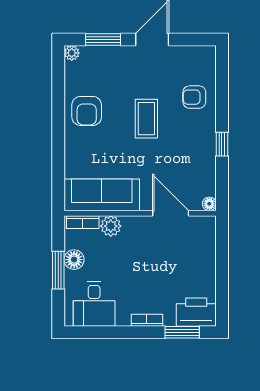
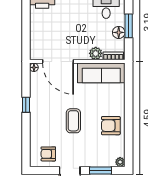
armchair: (194, 97) -> (48, 154), moved, turned 180
armchair: (87, 111) -> (111, 126), turned -90
door: (171, 213) -> (58, 61), width x1.36

